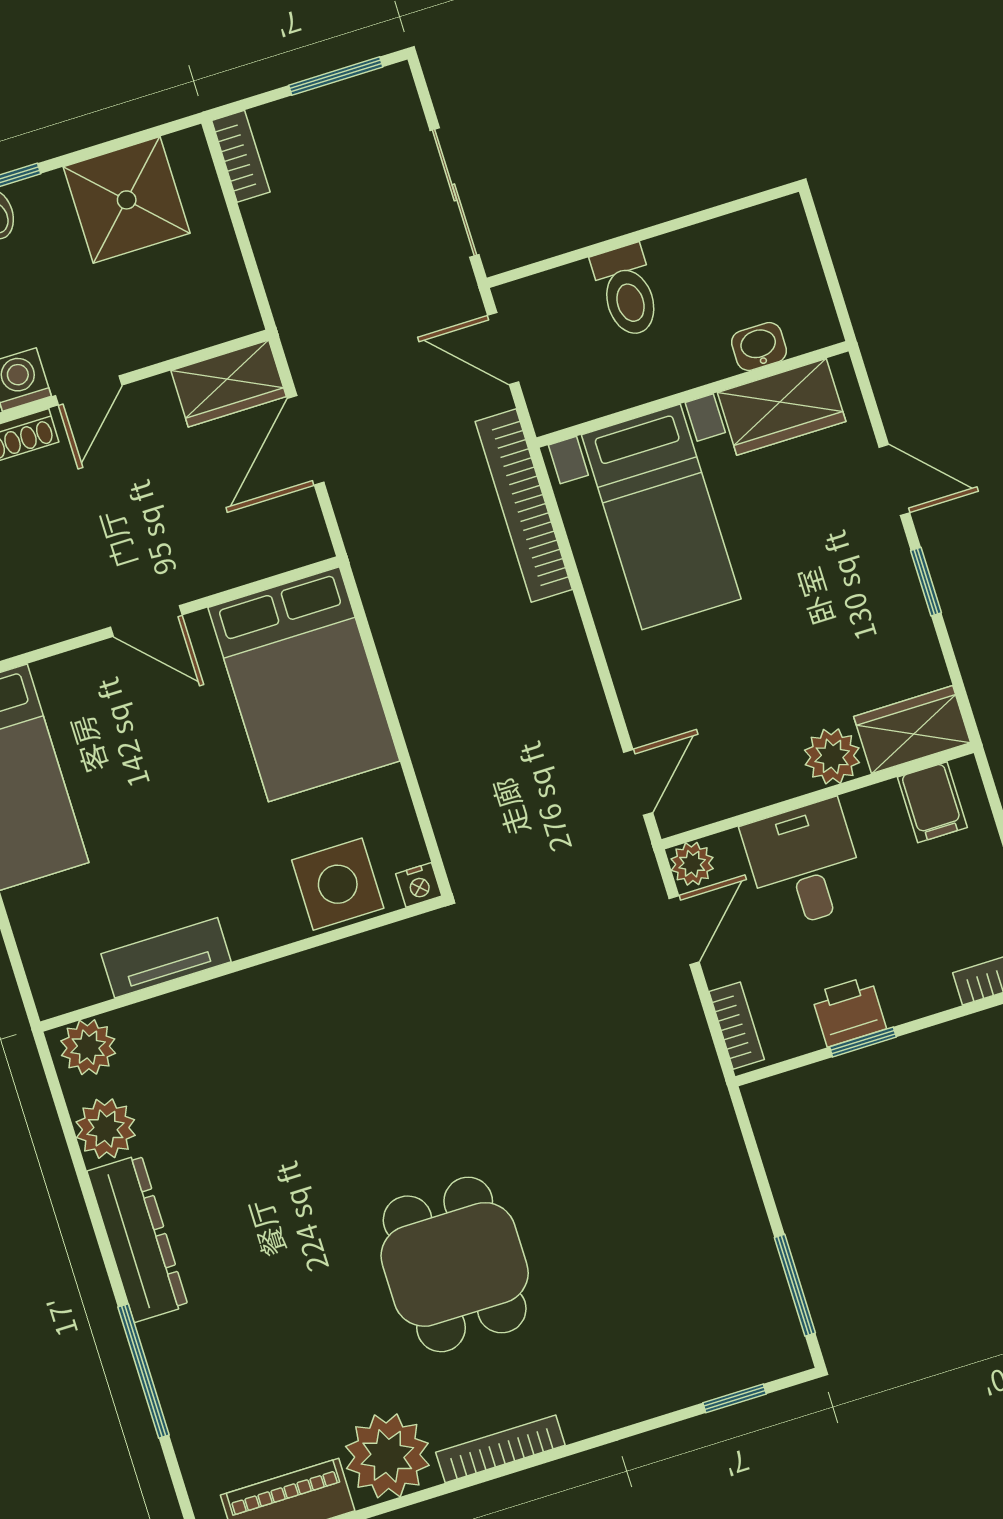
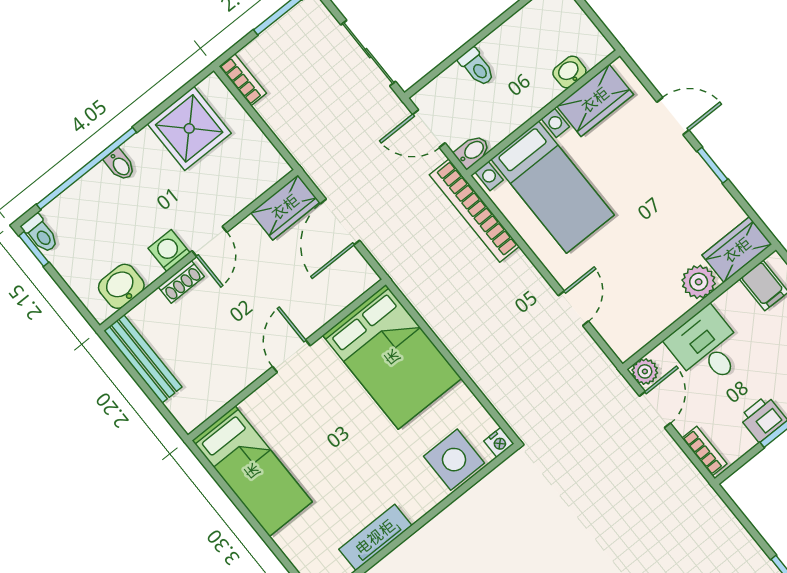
toilet: (627, 291) -> (477, 67), width x0.73, depth x0.72
bidet: (557, 411) -> (472, 151), added
door: (146, 621) -> (291, 356), swing flipped
door: (638, 782) -> (573, 308), moved

